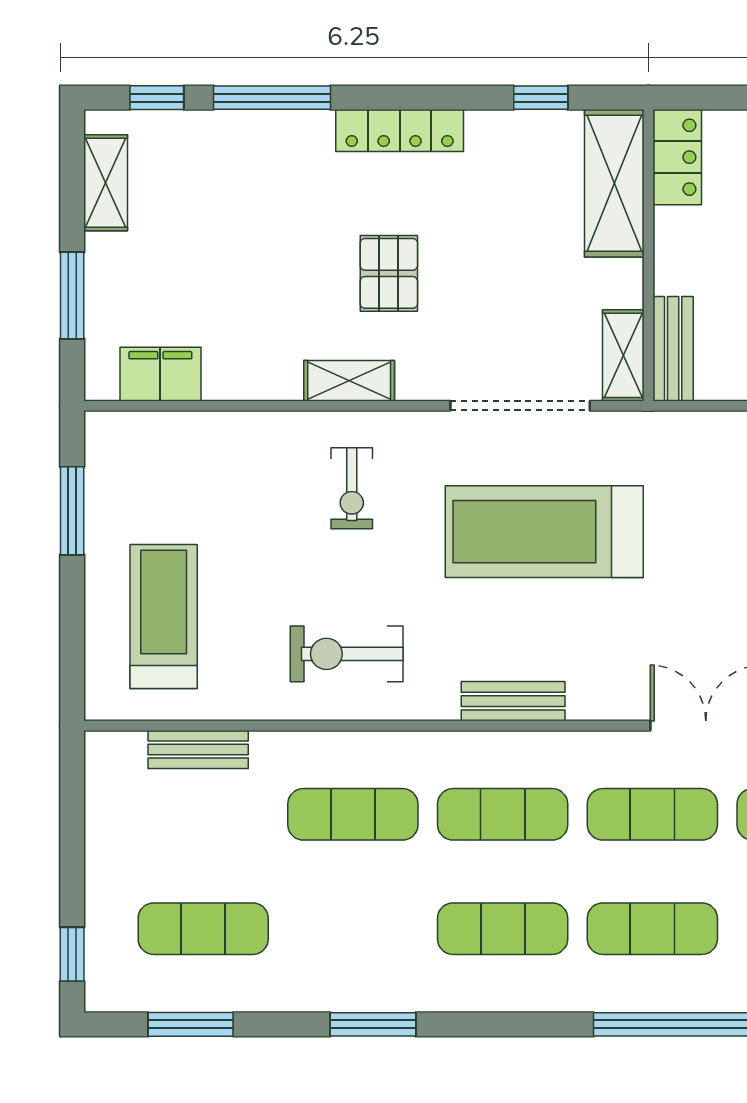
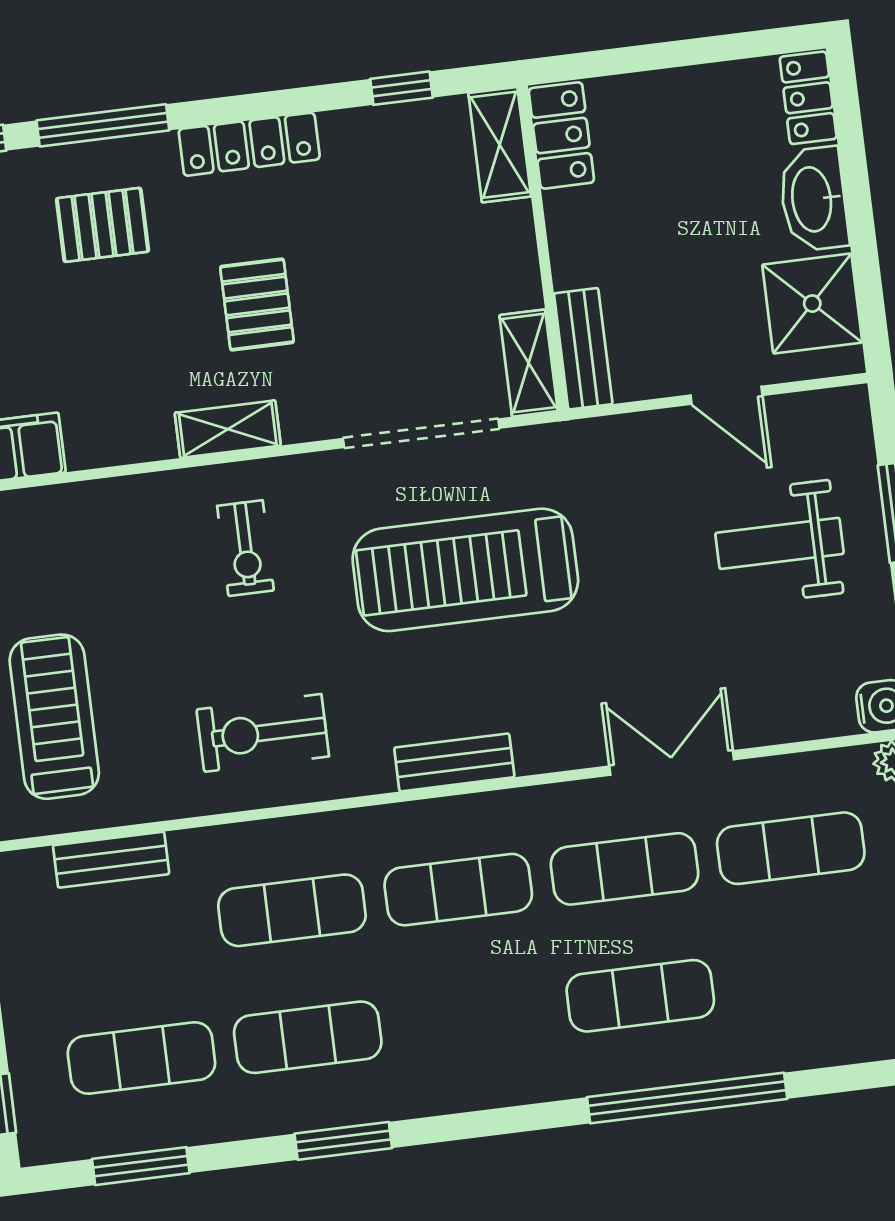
shelving: (614, 183) -> (500, 145), width x0.67, depth x0.75
pallet: (261, 186) -> (103, 225), added
exercise mat: (503, 929) -> (308, 1037), moved

